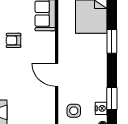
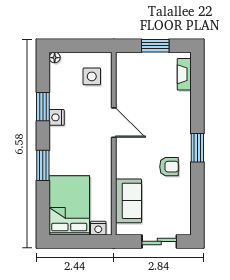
window: (112, 98) -> (43, 107), moved
nightstand: (101, 108) -> (57, 117), moved

